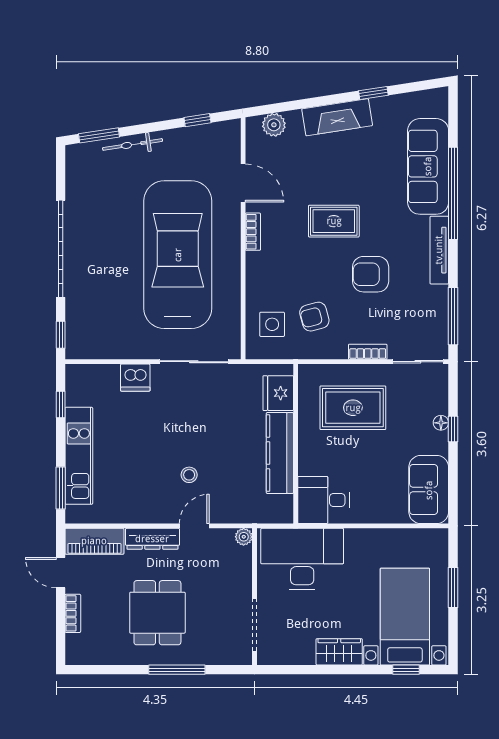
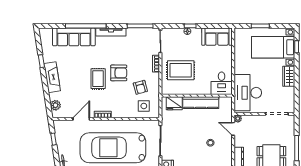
armchair: (371, 274) -> (119, 73), moved, turned -90
rug: (353, 408) -> (181, 70), turned 90
door: (194, 526) -> (233, 129), moved

